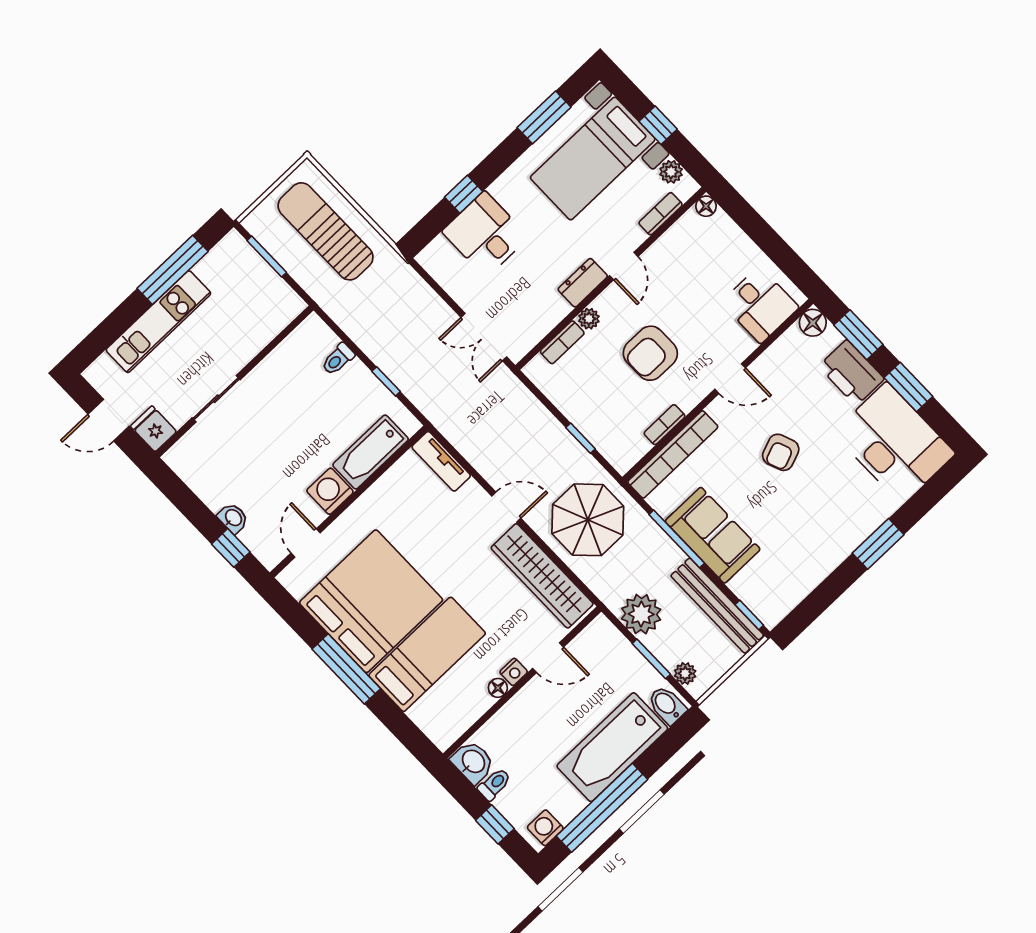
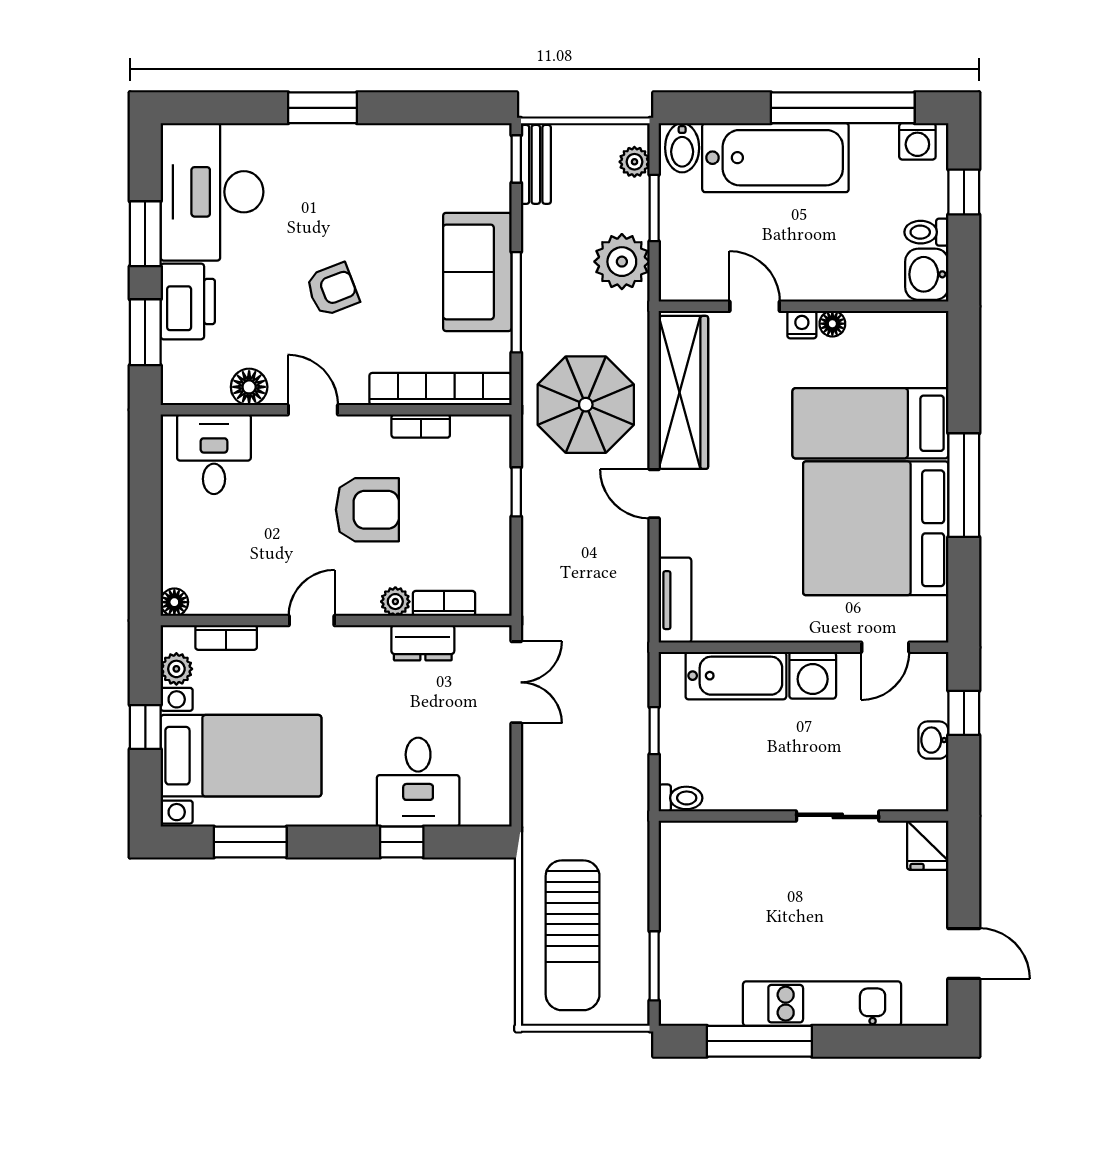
dresser: (583, 283) -> (423, 643), moved
floor lamp: (813, 323) -> (249, 387), moved
wall: (234, 381) -> (804, 816), moved
sliding door: (216, 399) -> (838, 816), moved
fridge: (154, 429) -> (928, 845), moved
bench: (717, 606) -> (536, 164), width x0.54, depth x0.82

